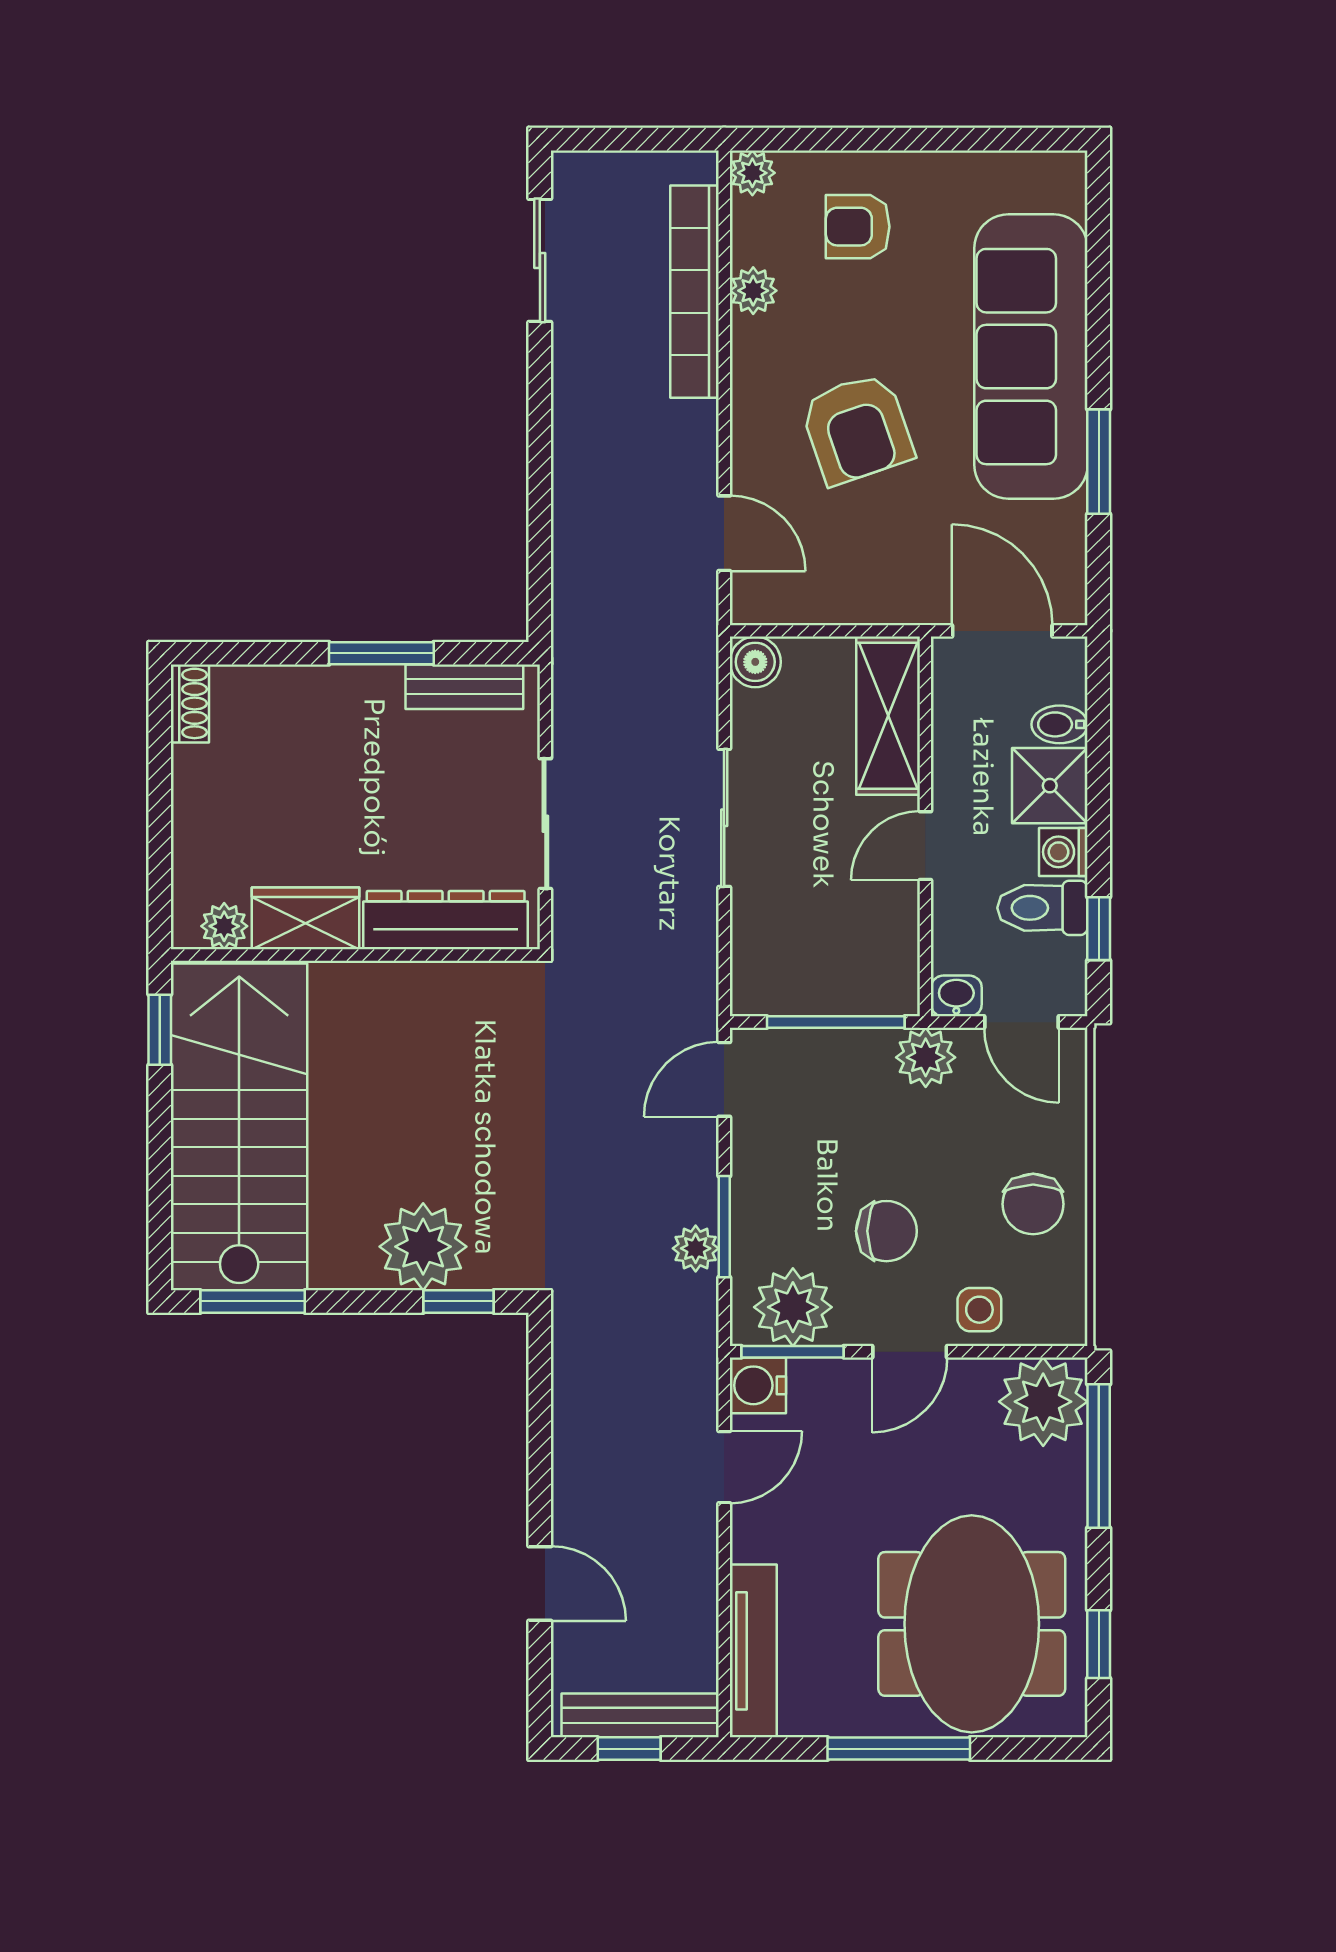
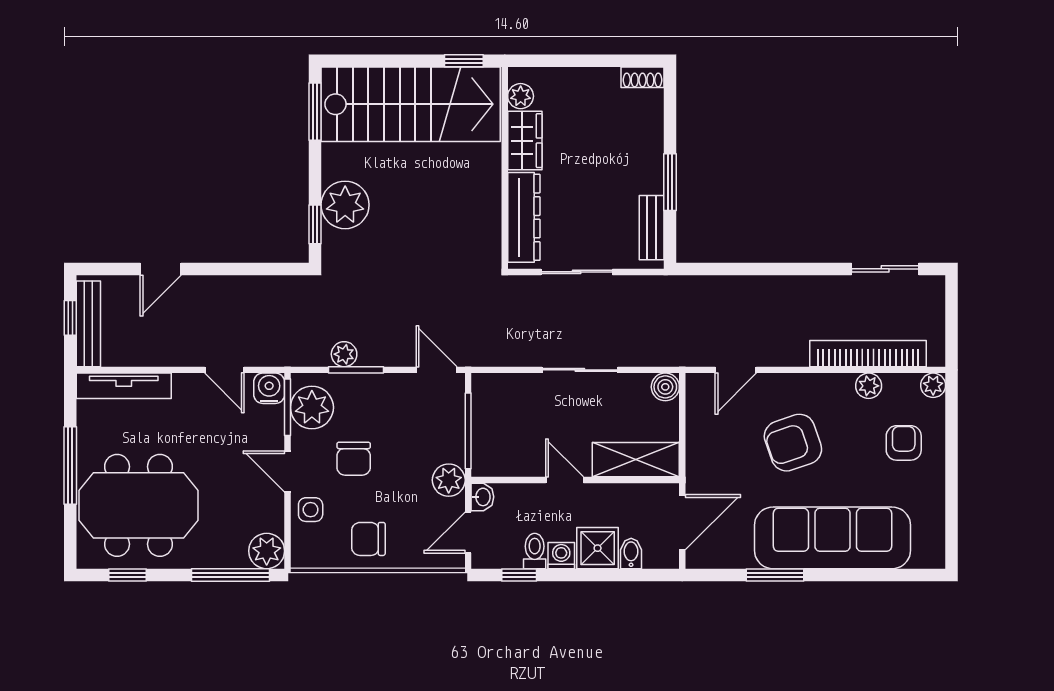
toilet: (1042, 908) -> (535, 551), width x0.73, depth x0.72
plant: (1043, 1402) -> (267, 551), width x0.73, depth x0.73

